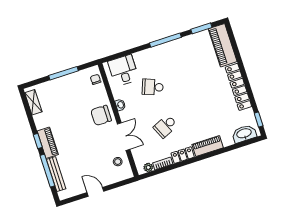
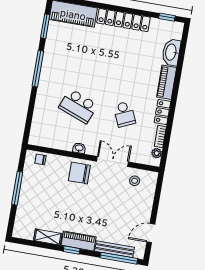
desk: (123, 70) -> (46, 127), removed
school desk: (153, 87) -> (78, 106), width x1.85
shelving: (33, 102) -> (48, 237), moved
chair: (101, 115) -> (79, 173), turned 90
washbasin: (244, 134) -> (171, 52), moved
window: (47, 171) -> (119, 258), moved
door: (95, 192) -> (151, 233), moved

